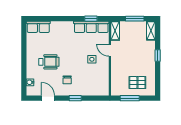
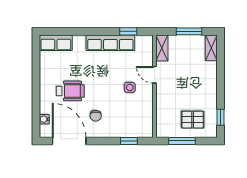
row of seats: (91, 27) -> (110, 43), moved
window: (158, 55) -> (220, 117), moved
door: (48, 98) -> (69, 141), width x1.87
window: (75, 98) -> (129, 141), moved

